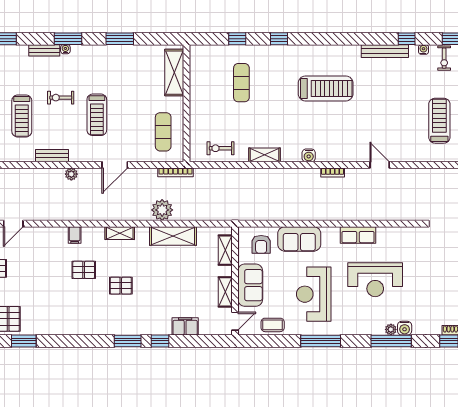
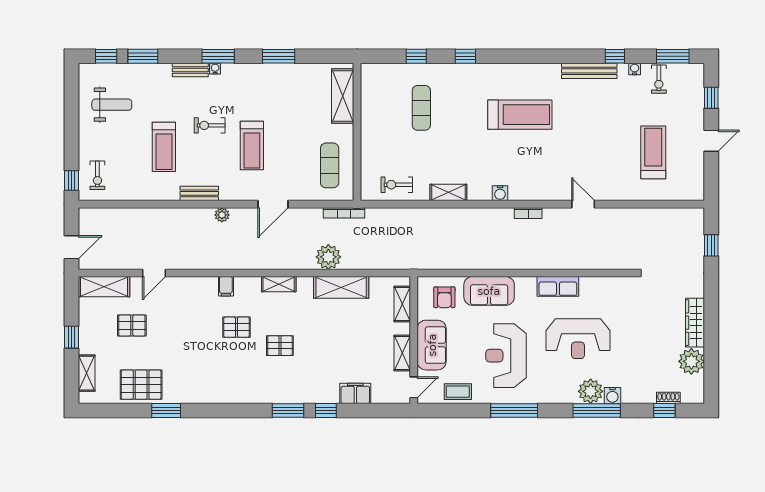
plant: (391, 329) -> (591, 391), width x1.88, depth x1.88

